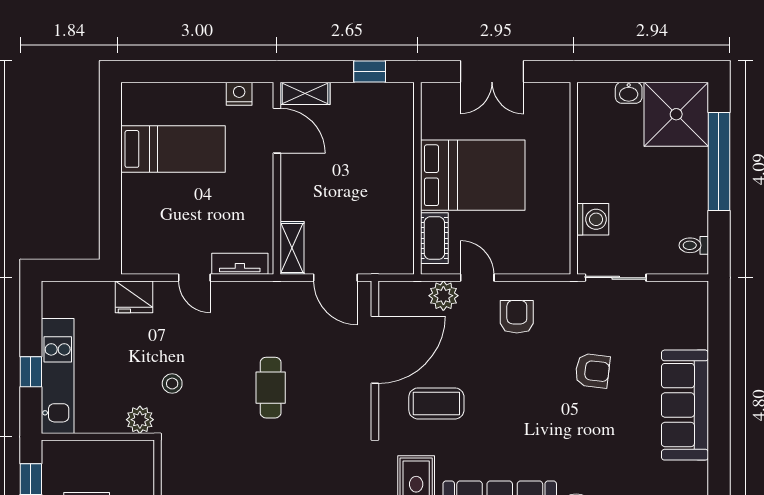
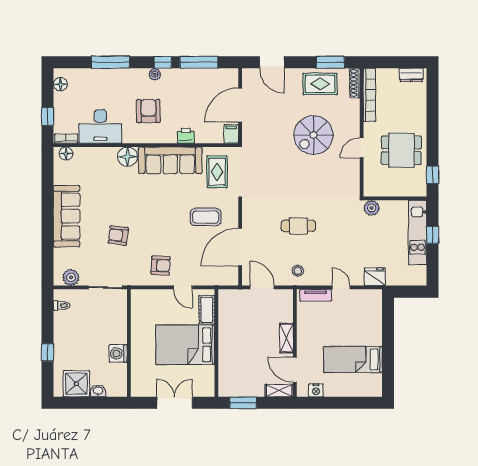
window: (370, 71) -> (243, 403), width x1.50
shower: (676, 114) -> (76, 384), width x0.73, depth x0.73
window: (719, 162) -> (48, 352), width x0.32
washing machine: (593, 219) -> (118, 353), moved
shelving: (292, 248) -> (286, 338), moved
plant: (443, 296) -> (71, 277), moved
armchair: (517, 317) -> (161, 266), turned -87
stool: (172, 384) -> (298, 271), moved
cafe table: (271, 388) -> (298, 226), turned 90

